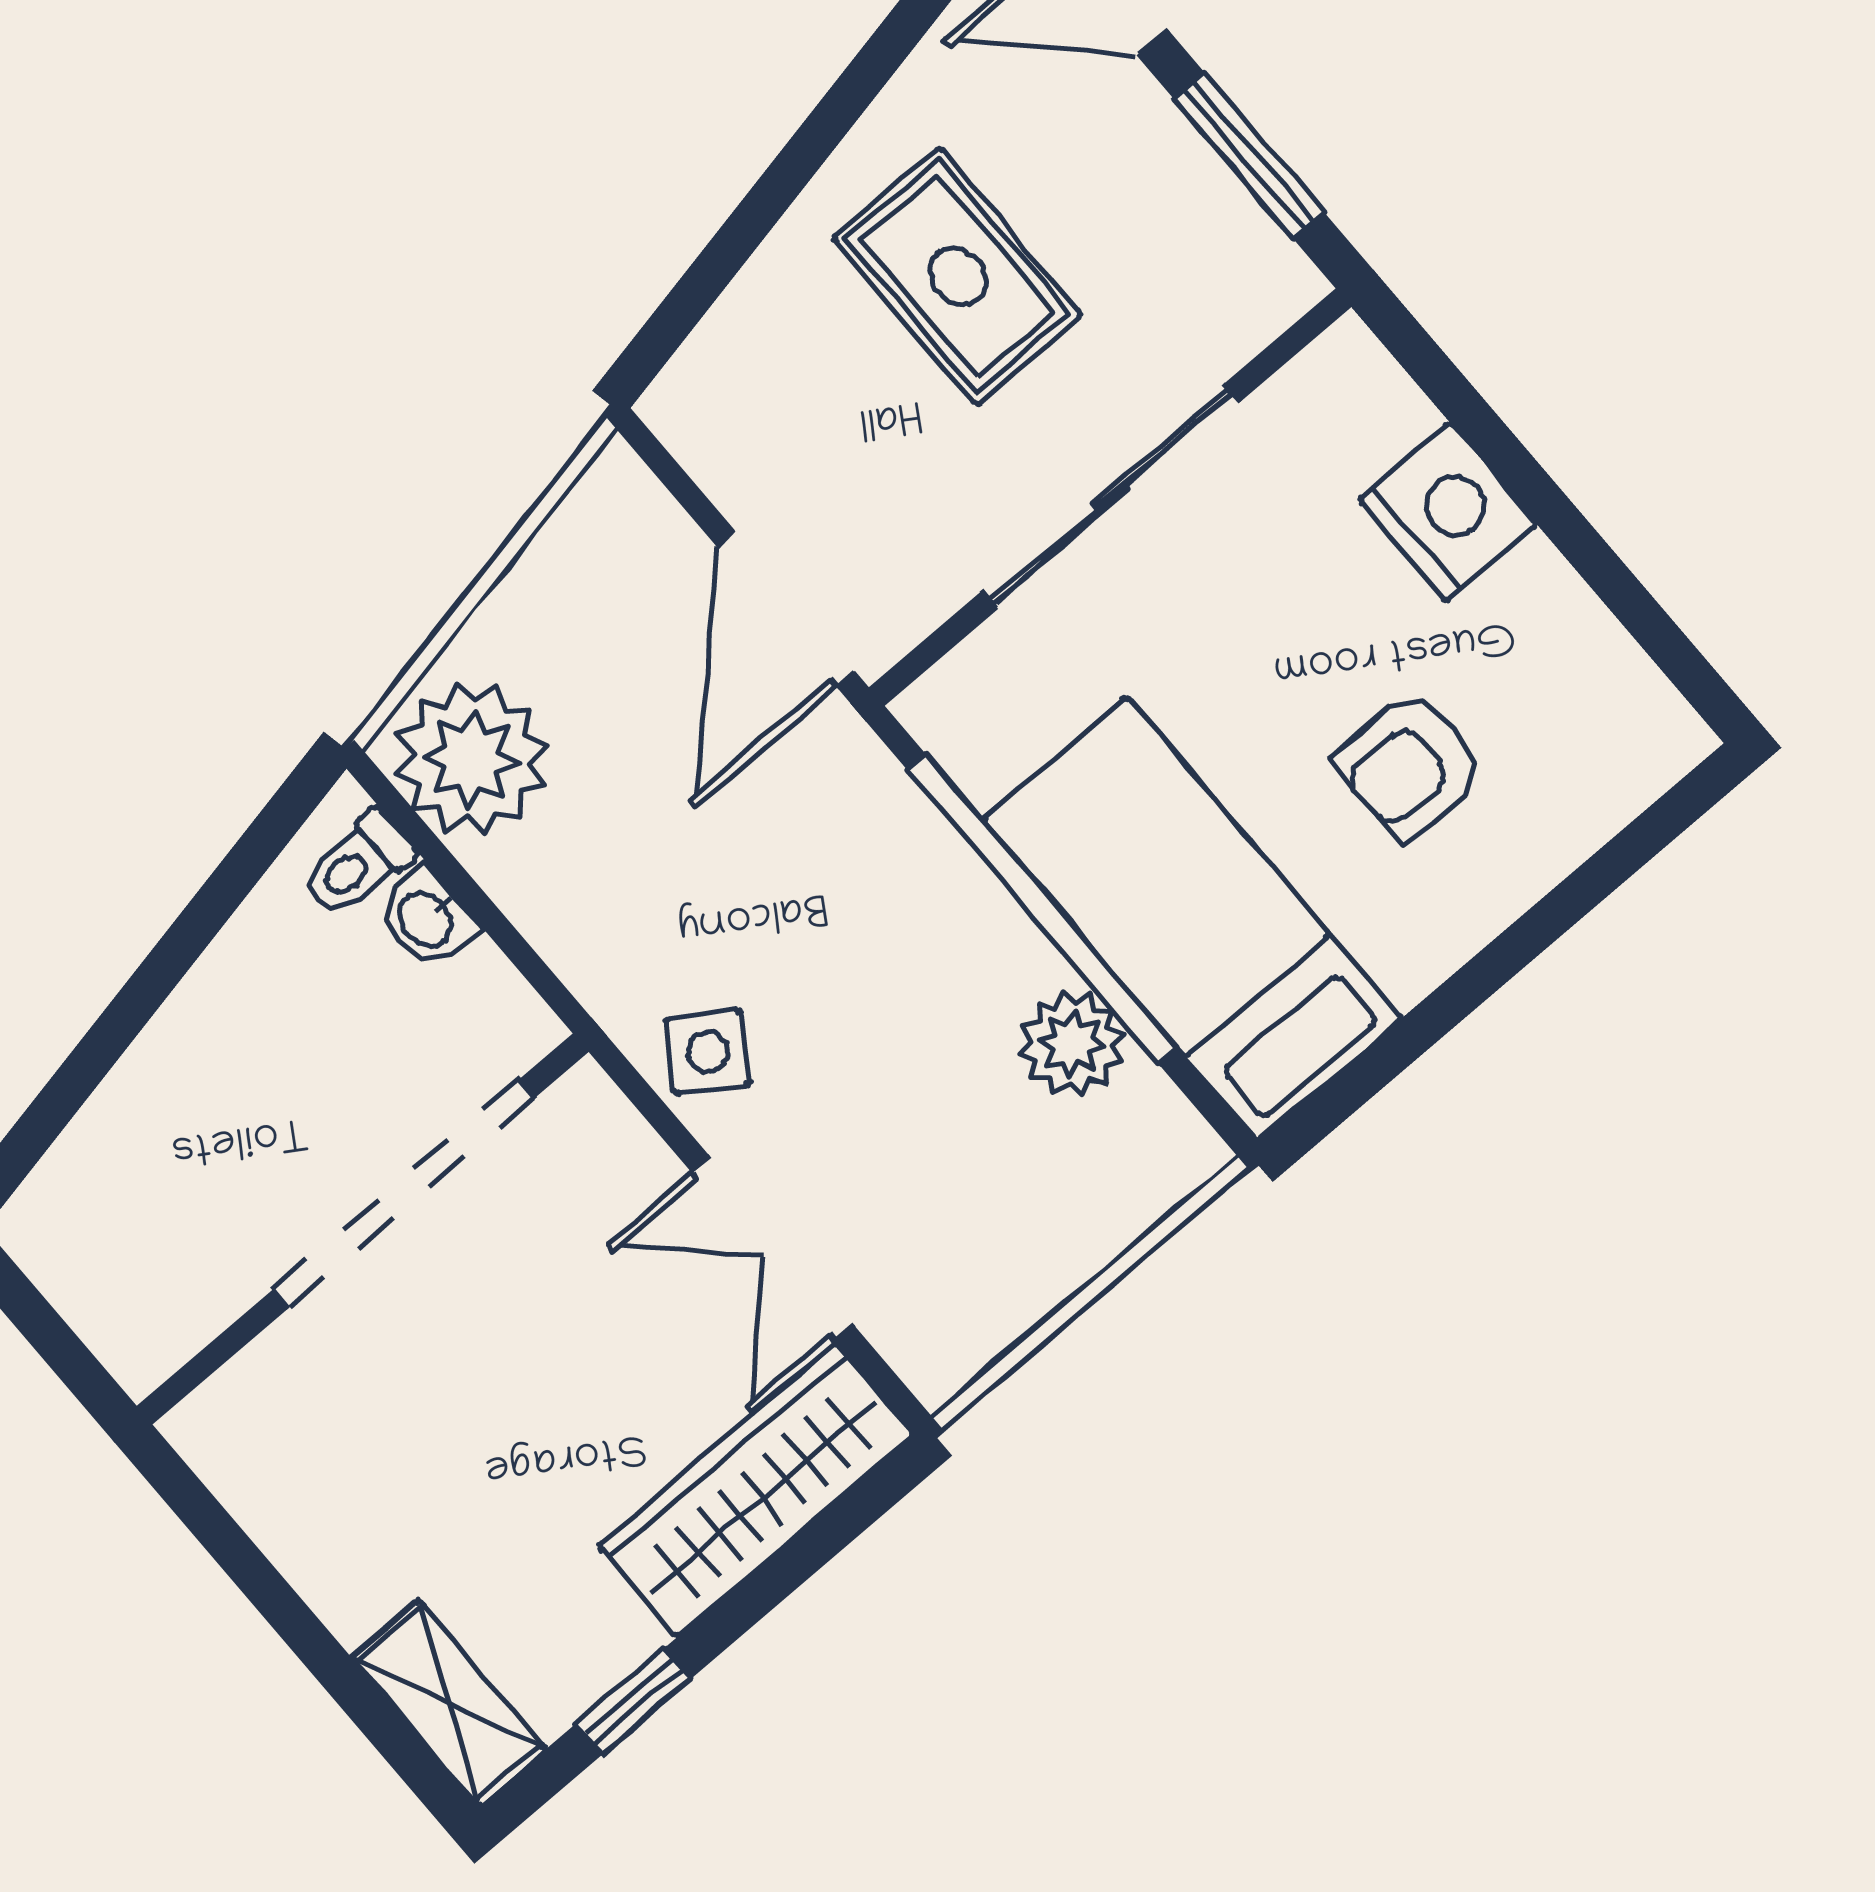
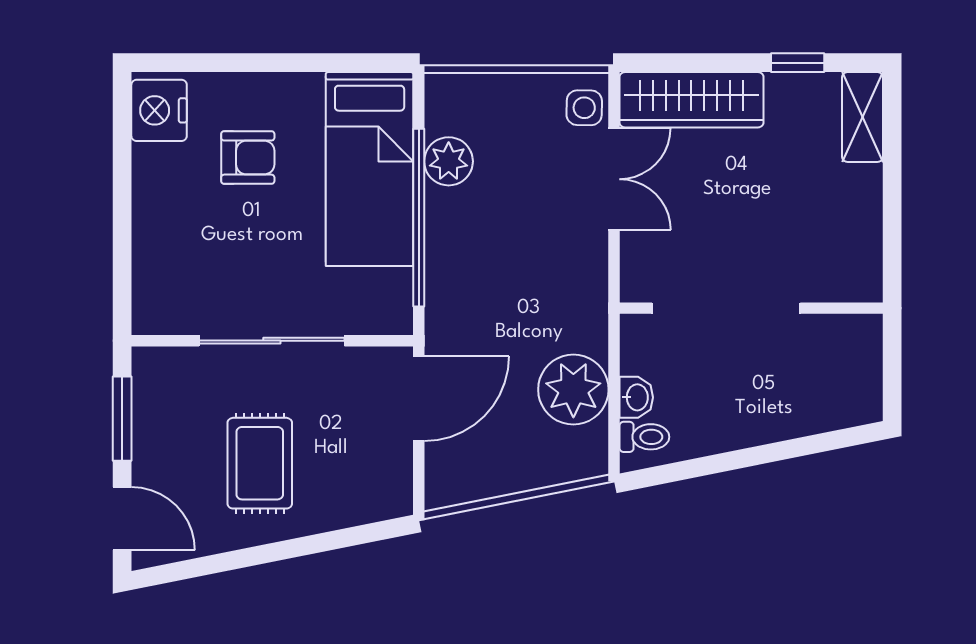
nightstand: (1448, 512) -> (159, 110), moved
plant: (471, 759) -> (573, 390), moved
side table: (708, 1052) -> (584, 108), moved, turned -32

